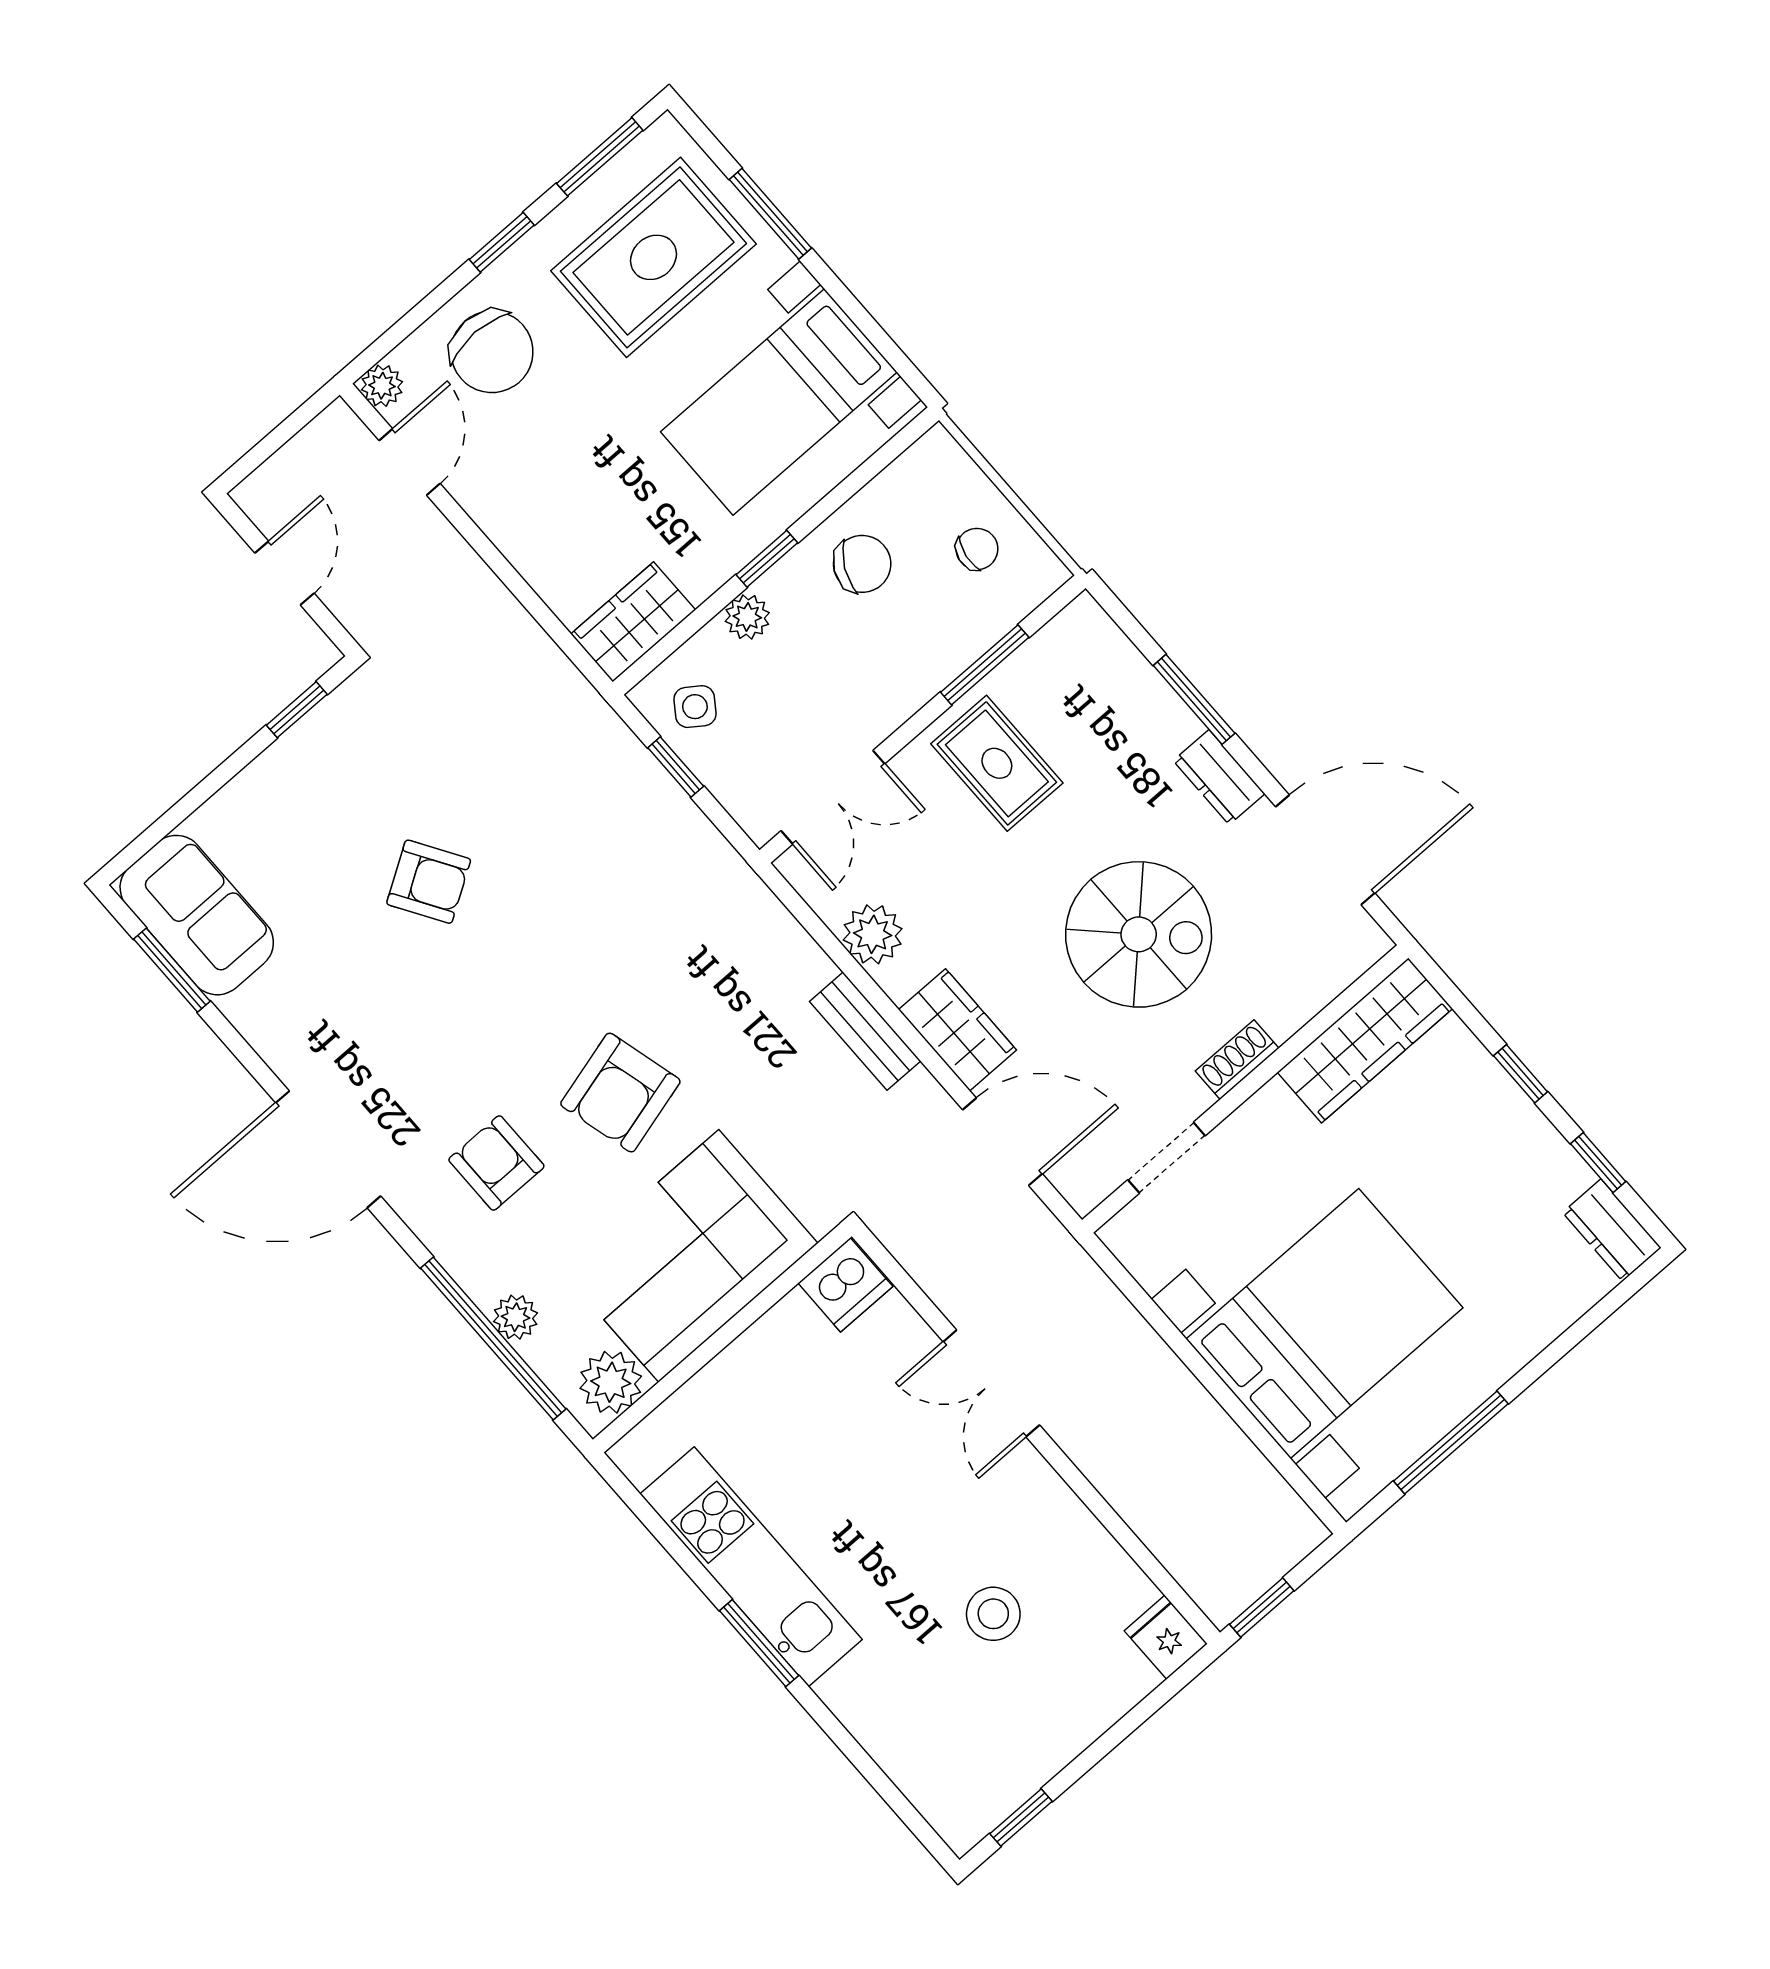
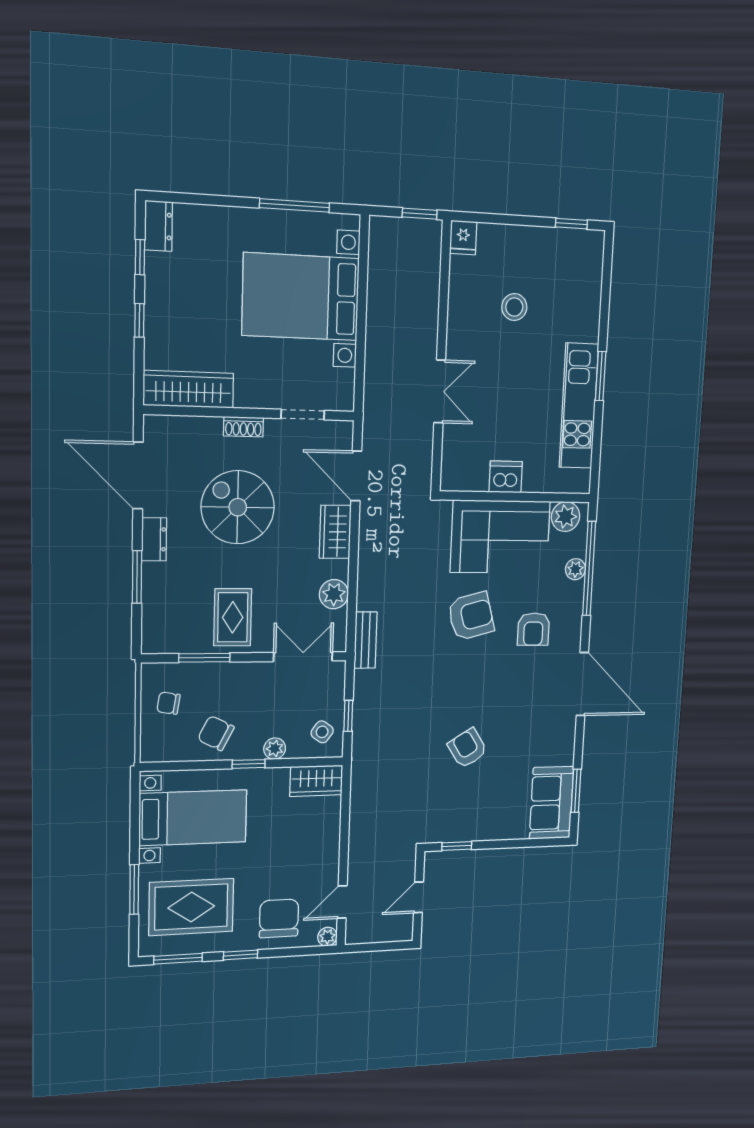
bench: (865, 1031) -> (365, 640), moved
dishwasher: (845, 1285) -> (506, 477), moved

